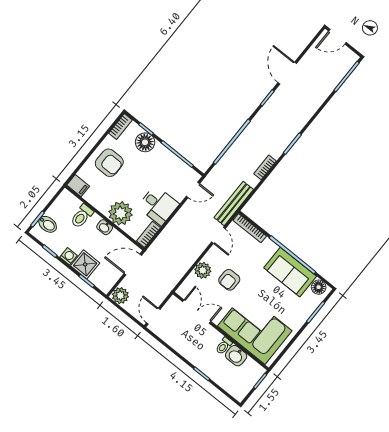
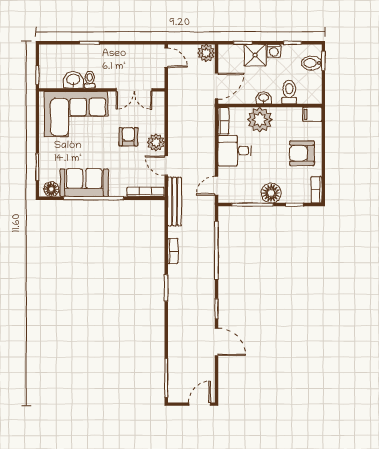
floor lamp: (145, 142) -> (271, 193), moved
plant: (203, 270) -> (156, 142), moved

